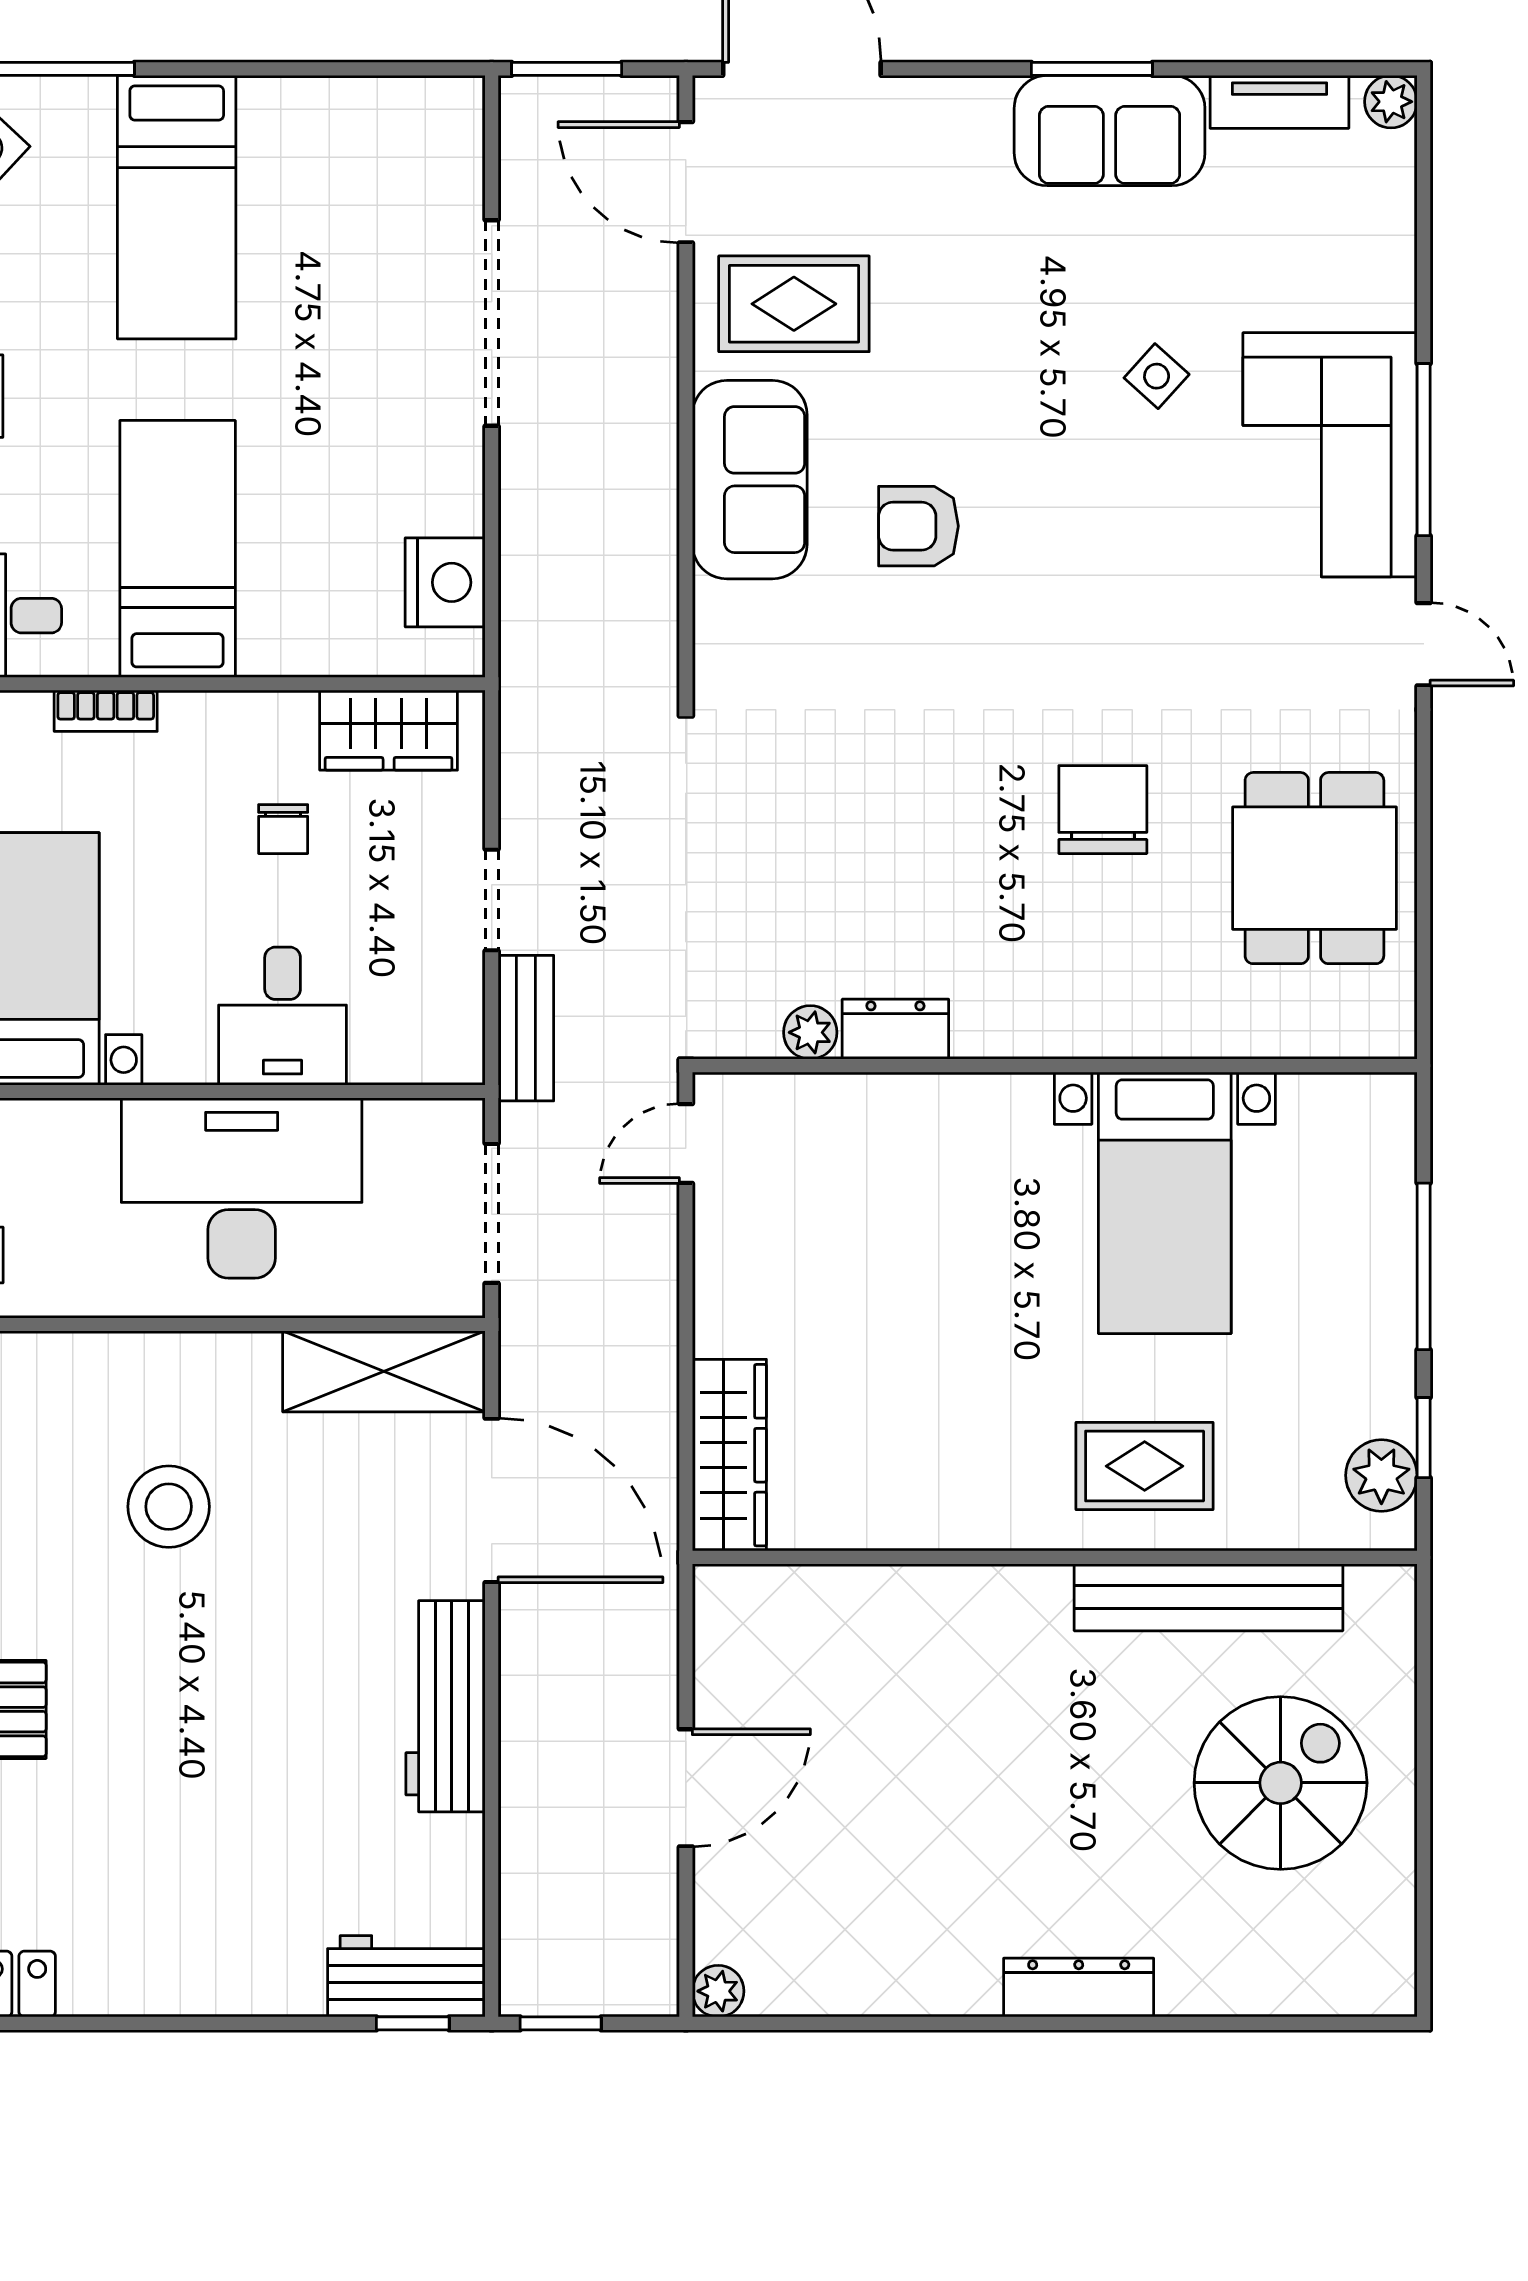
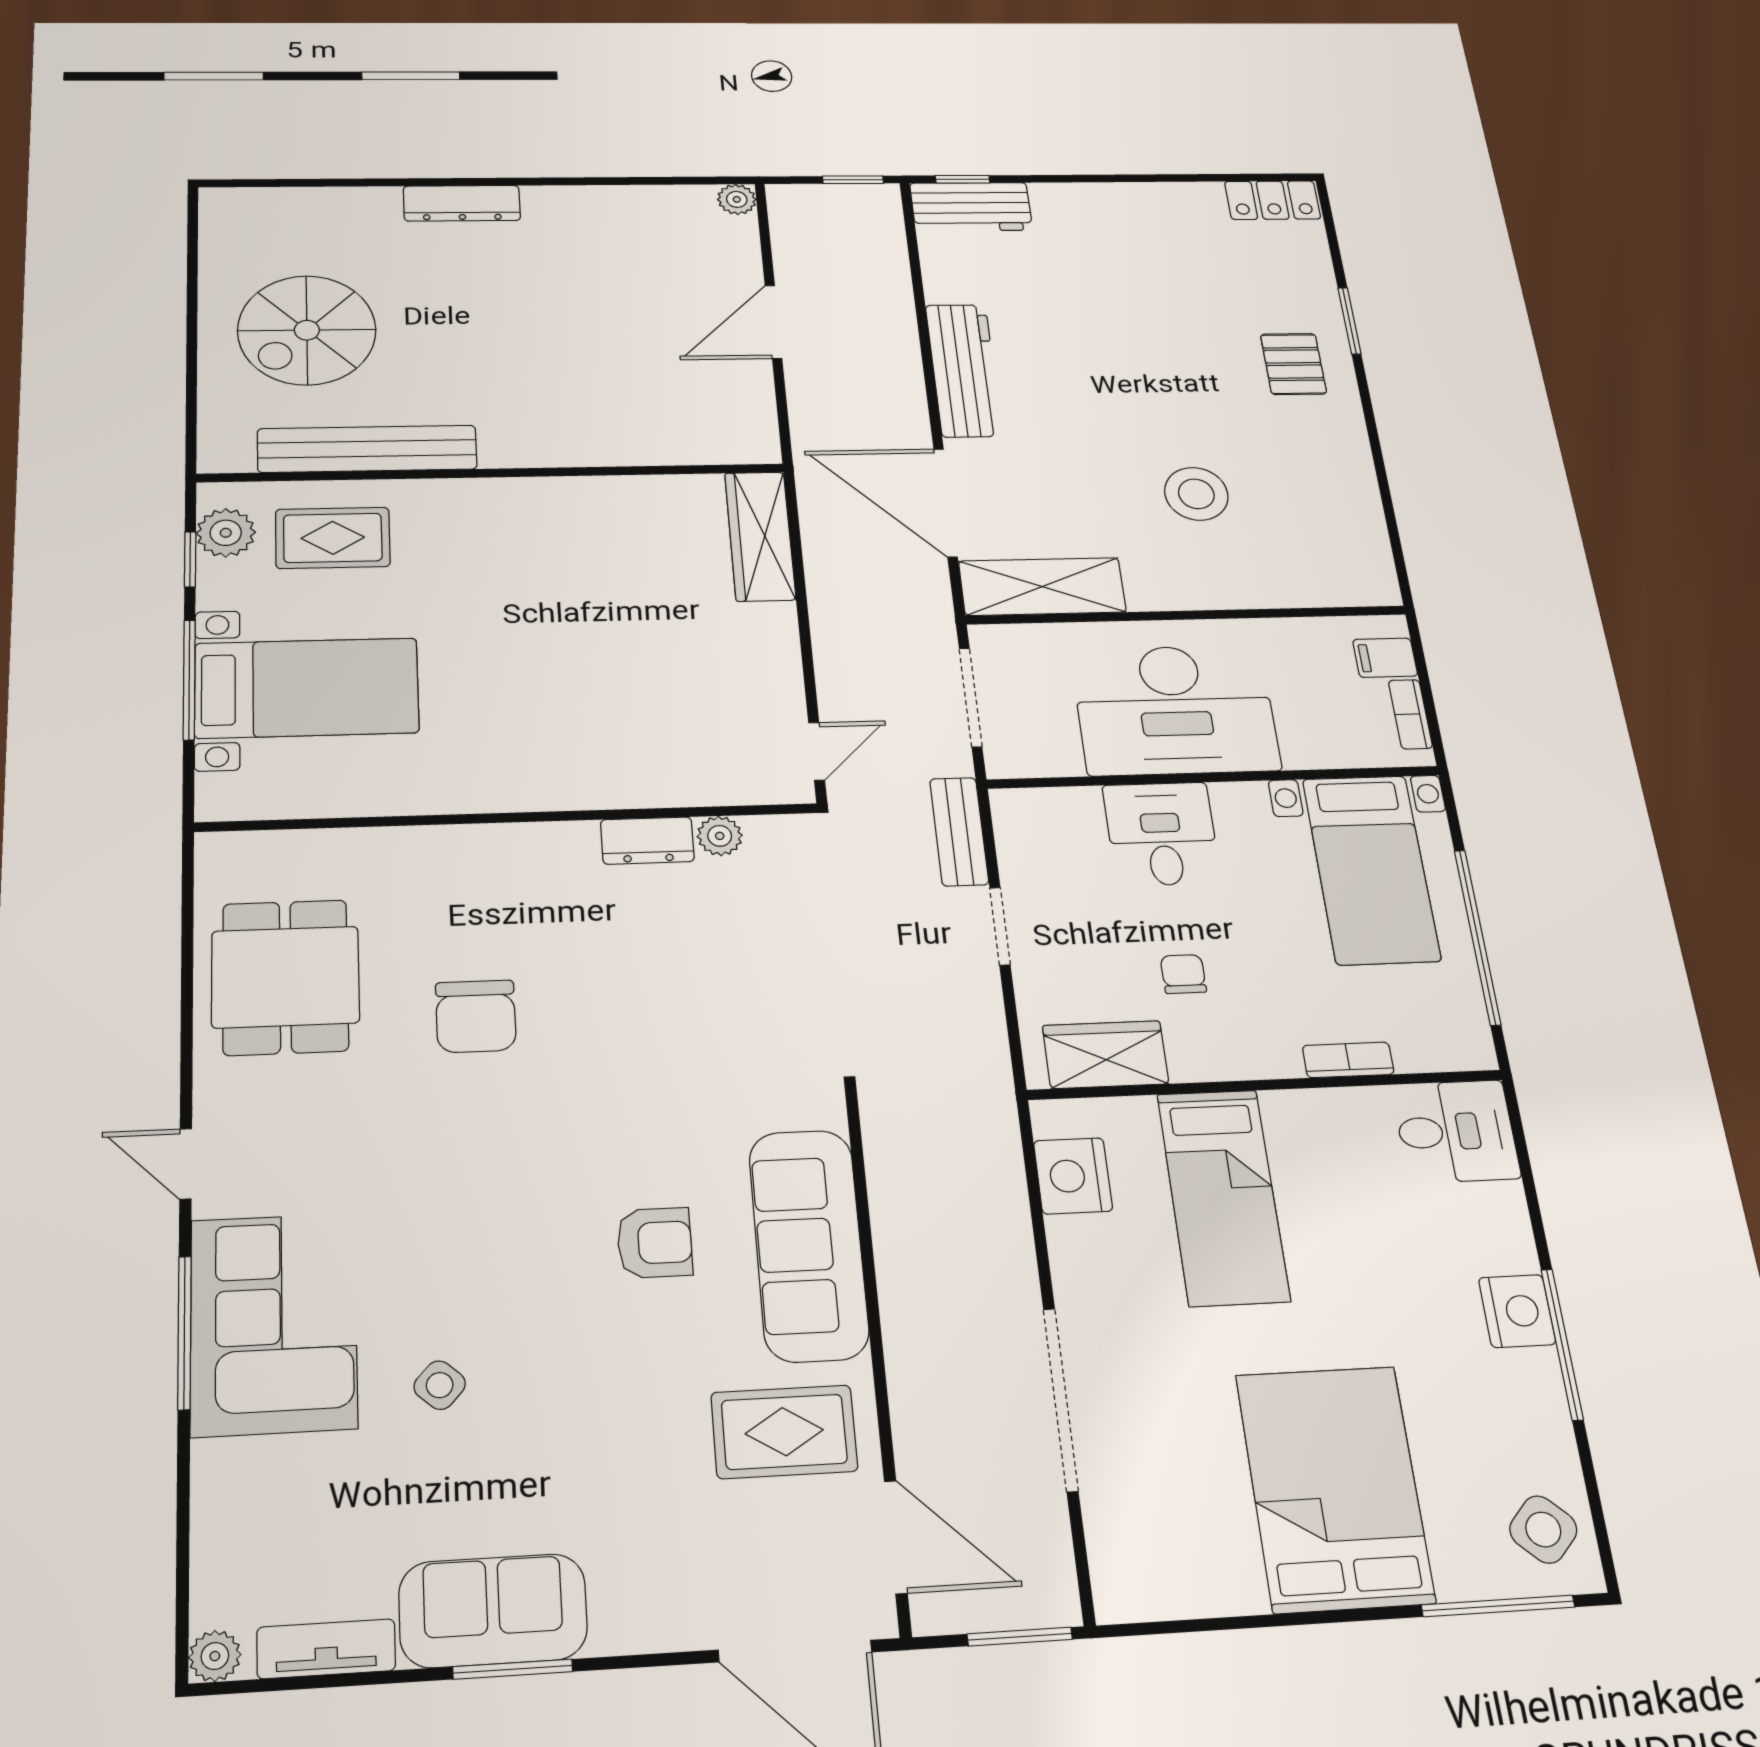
bed: (177, 207) -> (1335, 1488), width x1.50
sofa: (750, 480) -> (809, 1245), width x1.36
bed: (178, 549) -> (1223, 1197), moved
bed with nightstands: (1165, 1203) -> (307, 688), moved, turned 90
rug: (1145, 1466) -> (333, 538), moved

